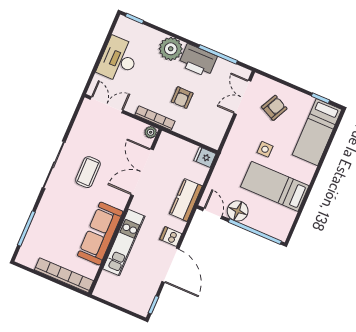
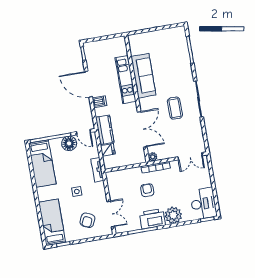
desk: (118, 60) -> (203, 204), moved
fridge: (205, 157) -> (108, 150), moved
tv unit: (225, 159) -> (97, 170), added
bed: (275, 186) -> (42, 163), moved, turned 90
bookcase: (64, 275) -> (149, 36), removed

